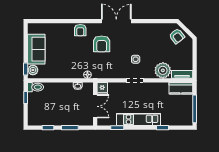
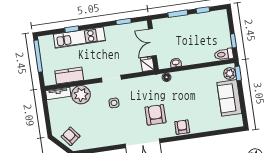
kitchen counter: (181, 88) -> (69, 76), moved
kitchen unit: (139, 119) -> (79, 38), moved

